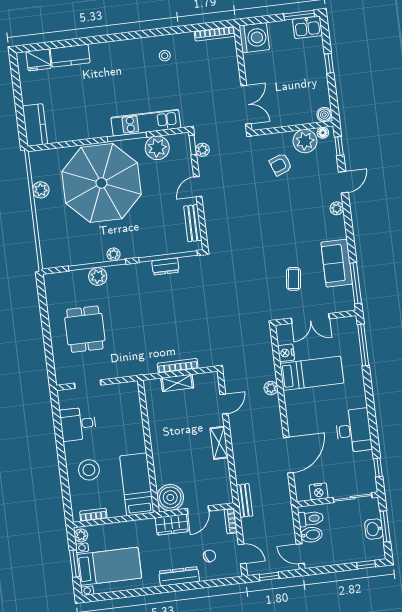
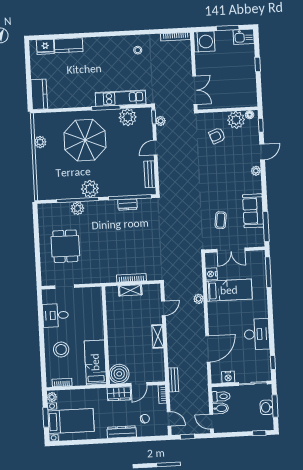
window: (299, 15) -> (228, 28), moved
boiler: (324, 115) -> (252, 101), removed
parasol: (101, 183) -> (85, 140), width x0.73, depth x0.73
plant: (114, 254) -> (90, 189), width x1.88, depth x1.88

